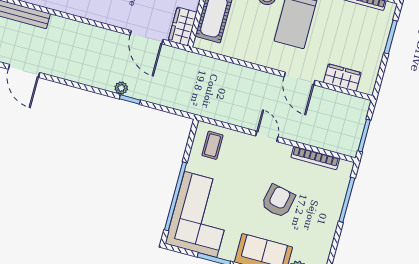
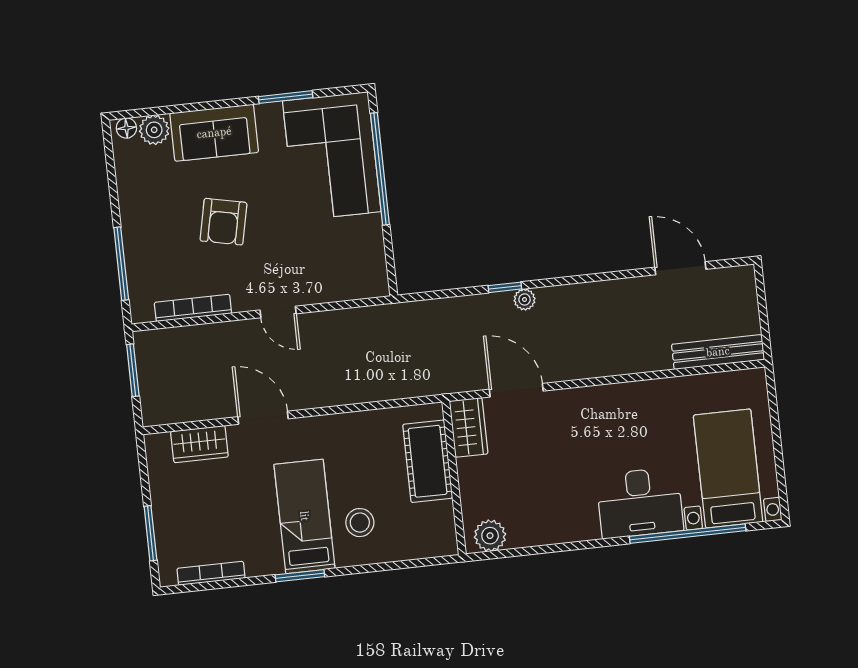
coffee table: (212, 145) -> (354, 267), removed

